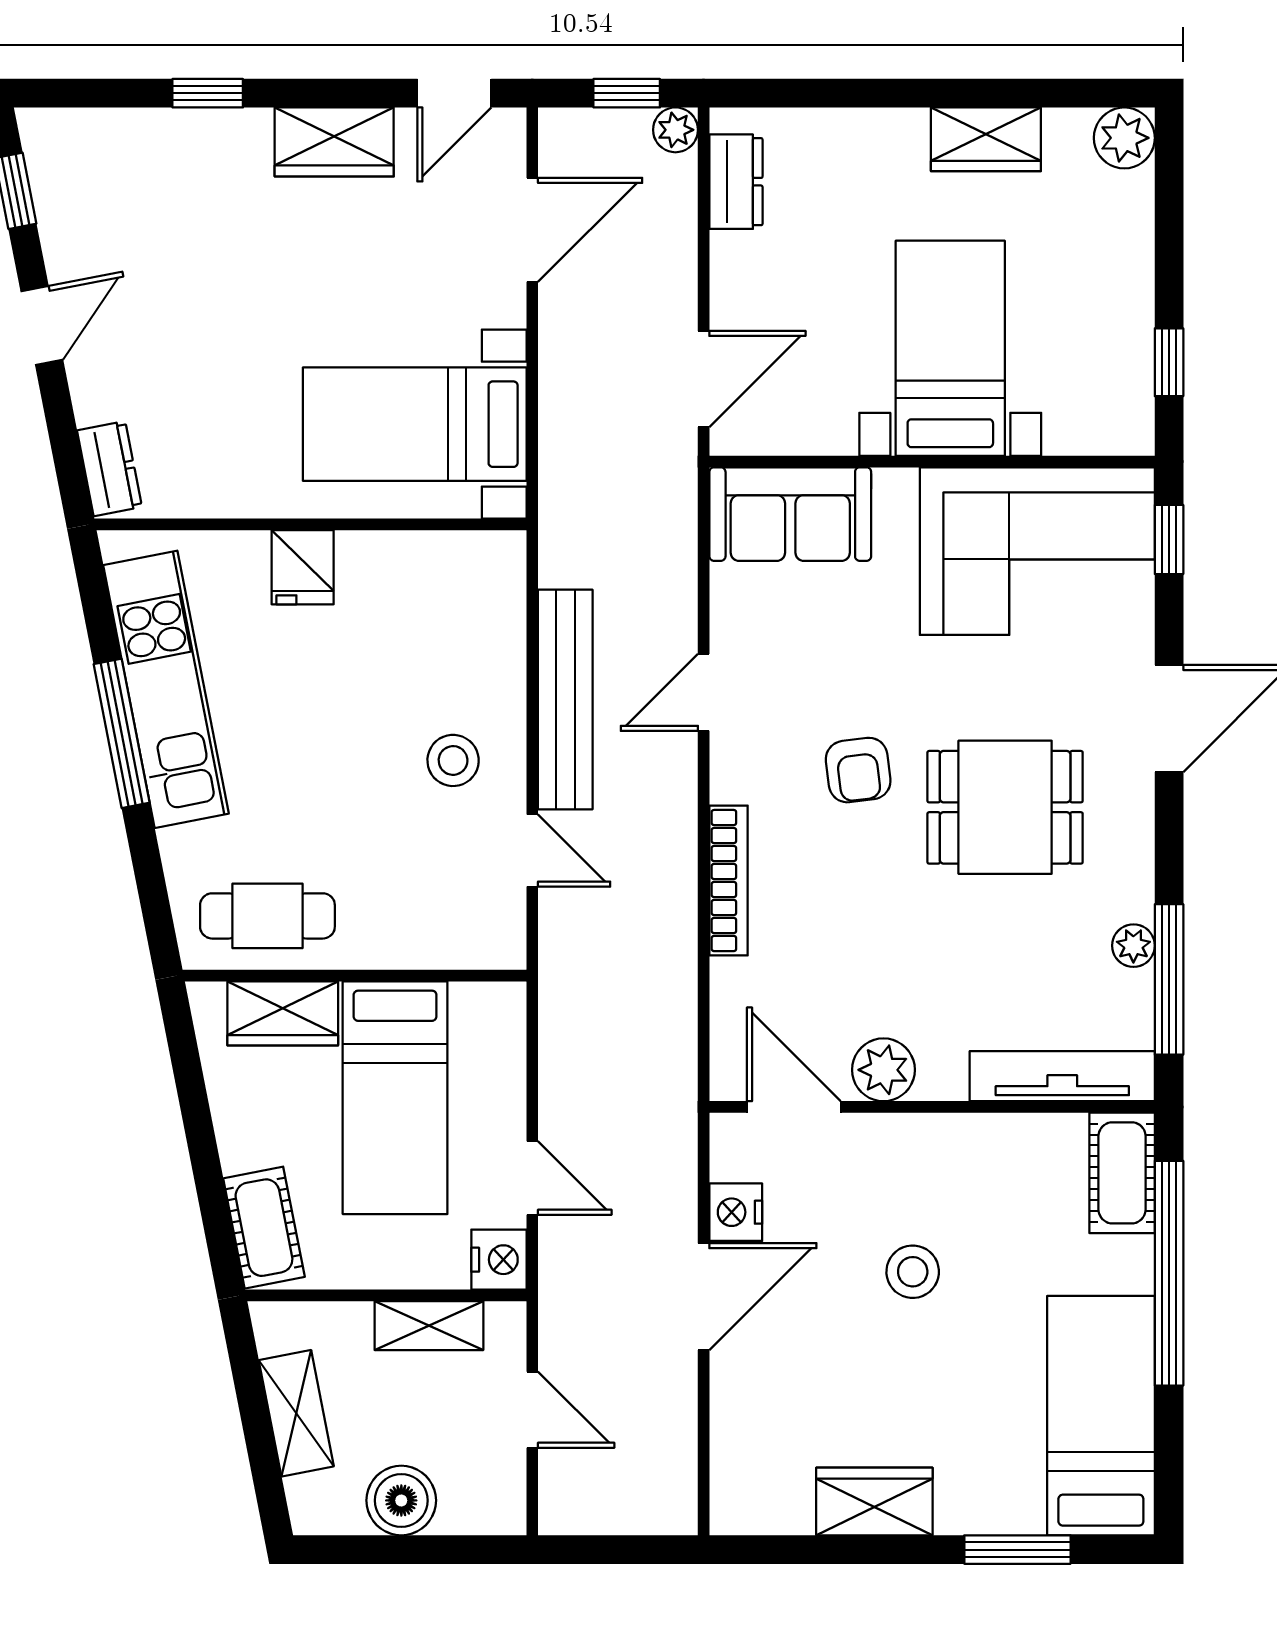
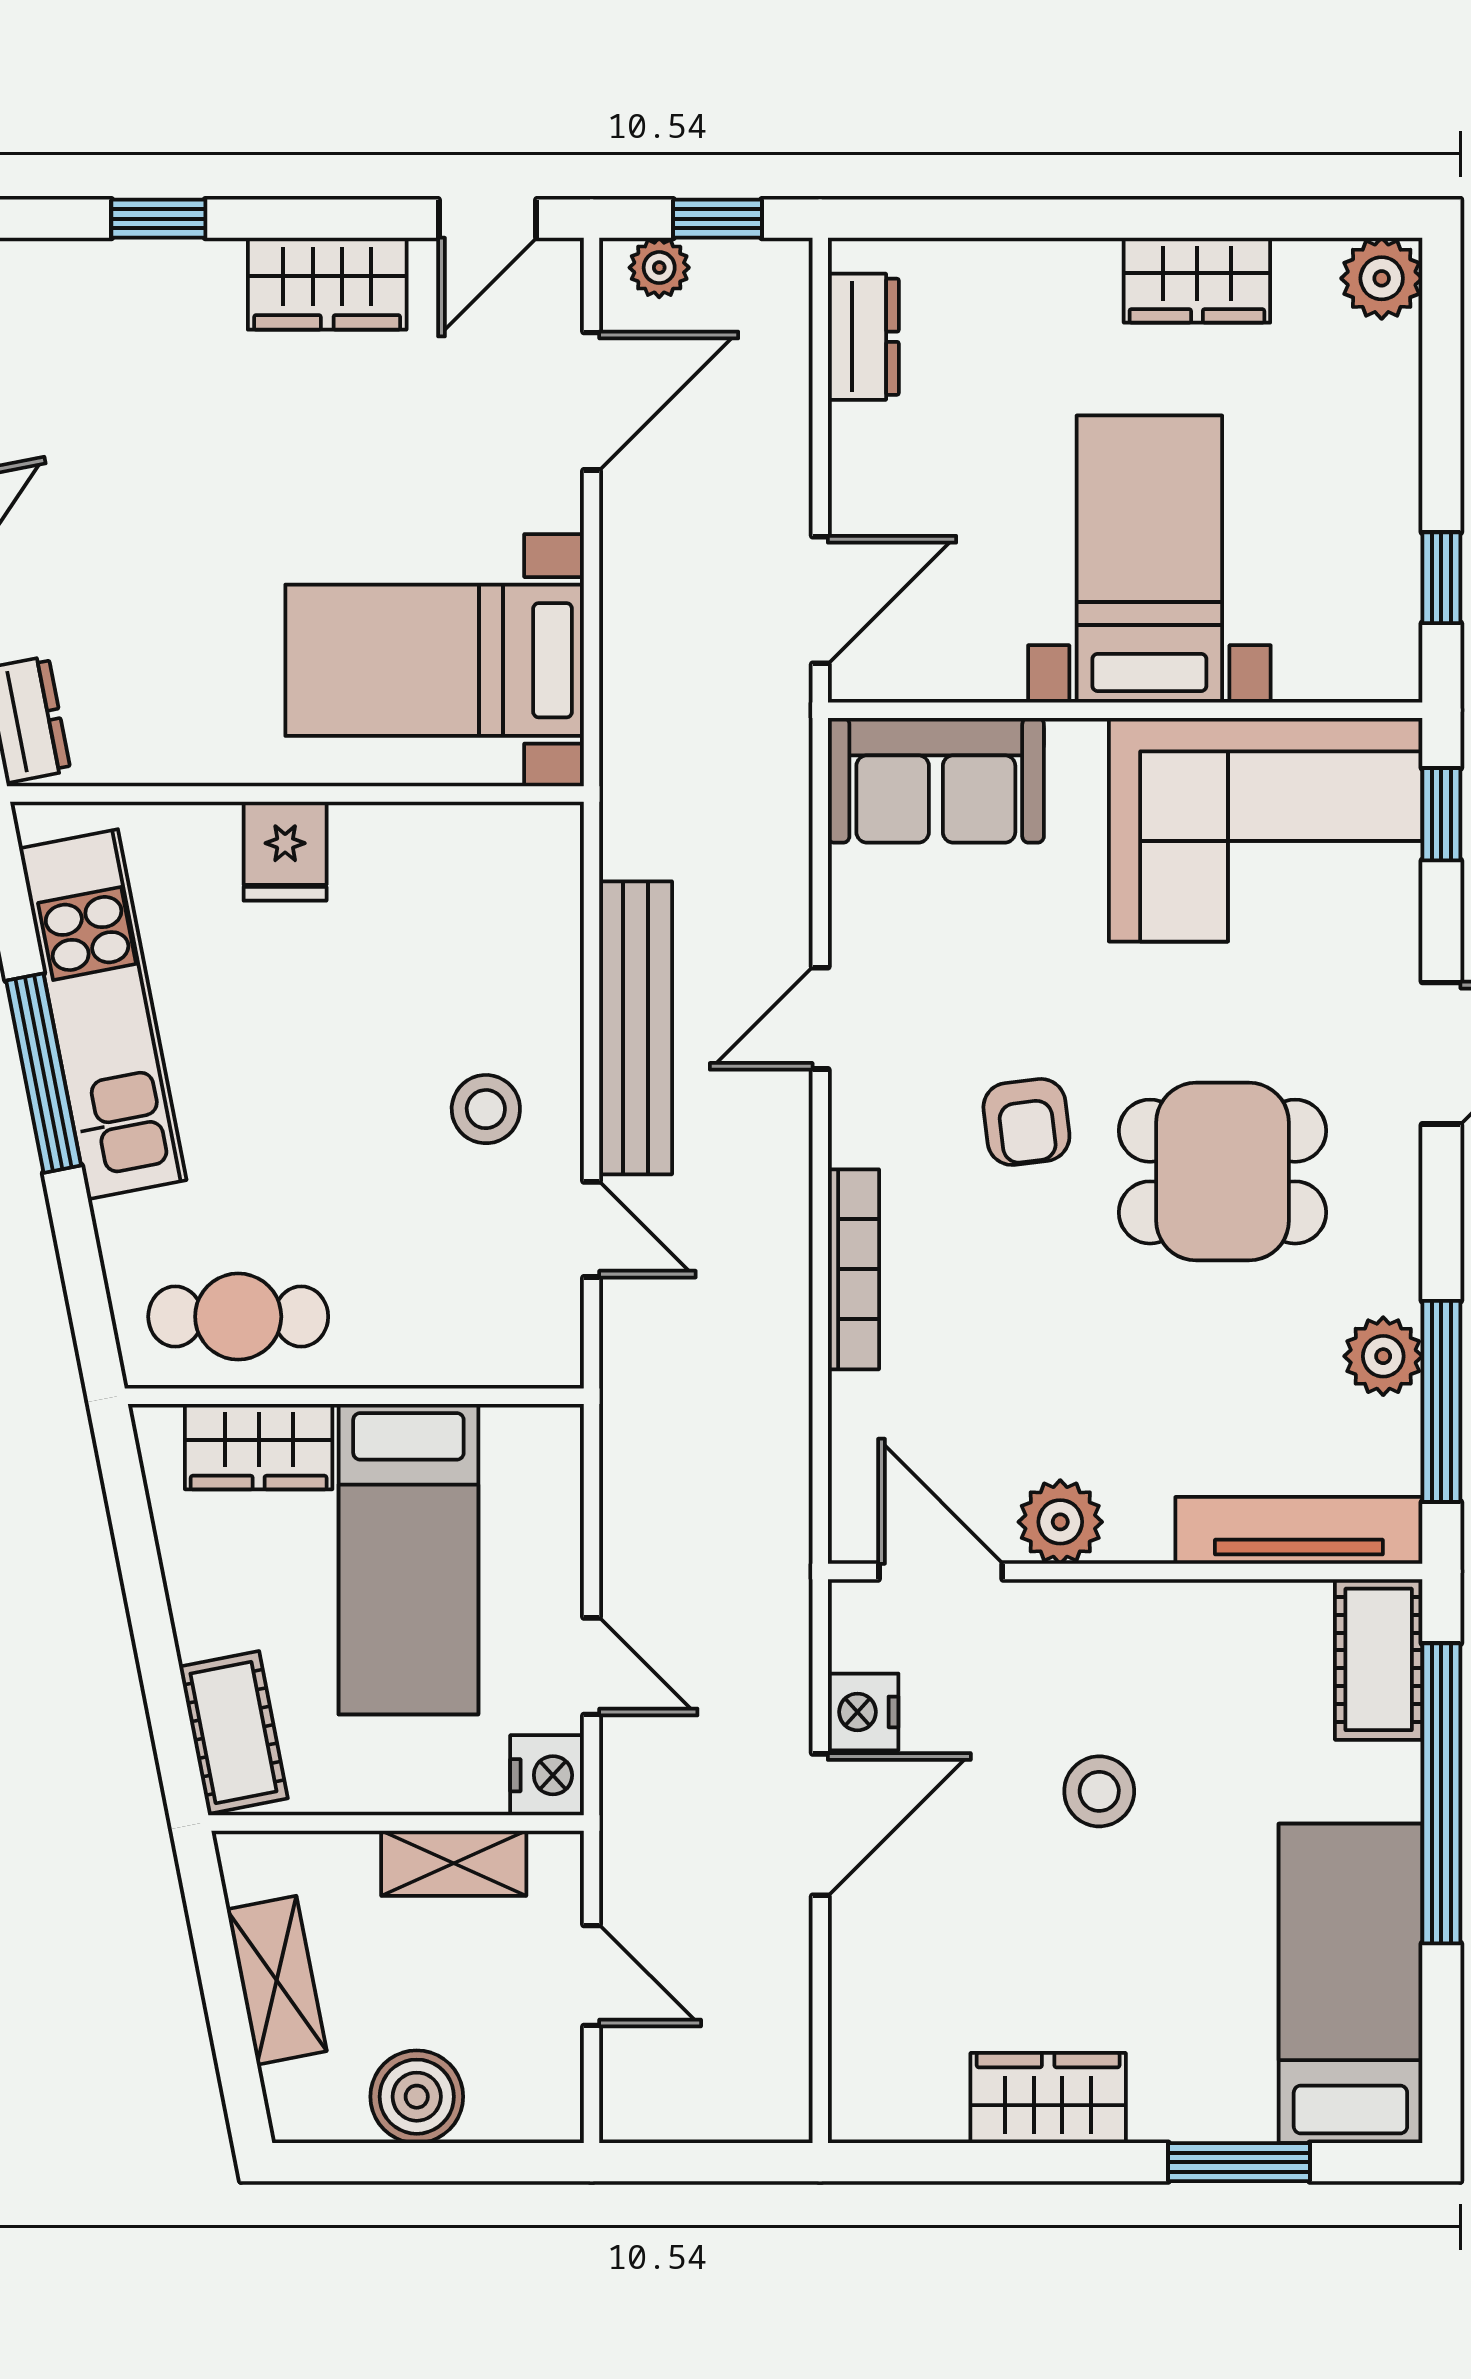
plant: (675, 130) -> (659, 268), moved
plant: (1133, 946) -> (1383, 1356), width x1.38, depth x1.38

